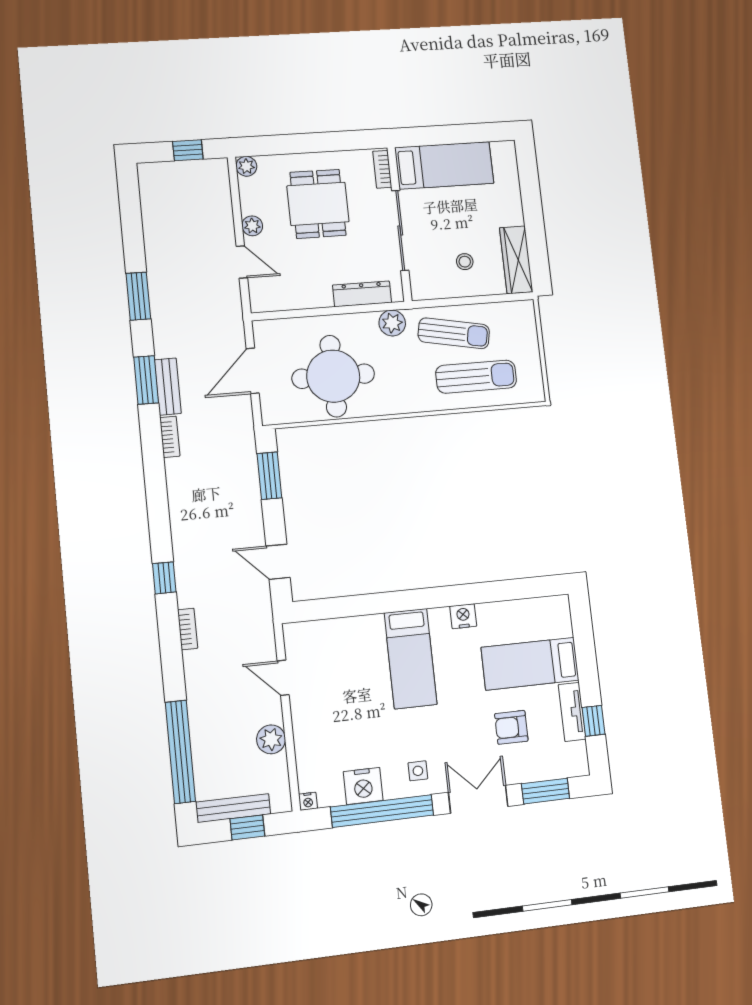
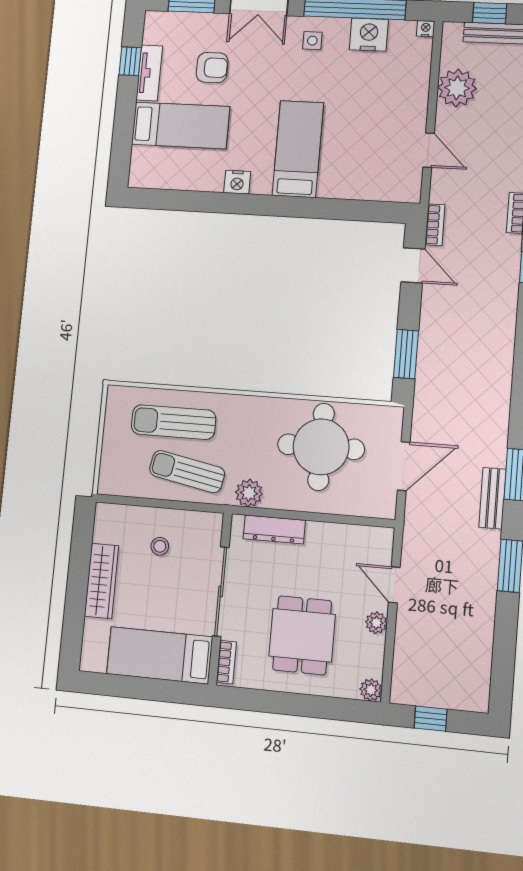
wardrobe: (516, 260) -> (102, 581), moved
bench: (168, 387) -> (492, 498), moved
bookcase: (170, 437) -> (435, 225), moved, turned 180
plant: (271, 739) -> (457, 88), width x1.36, depth x1.36

